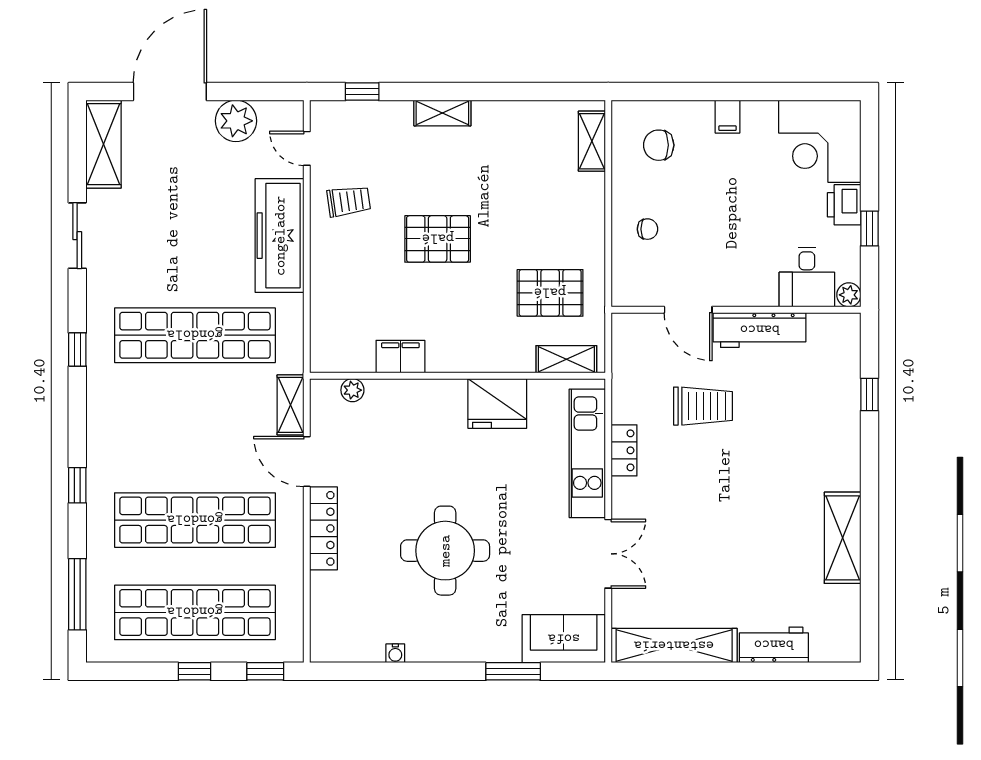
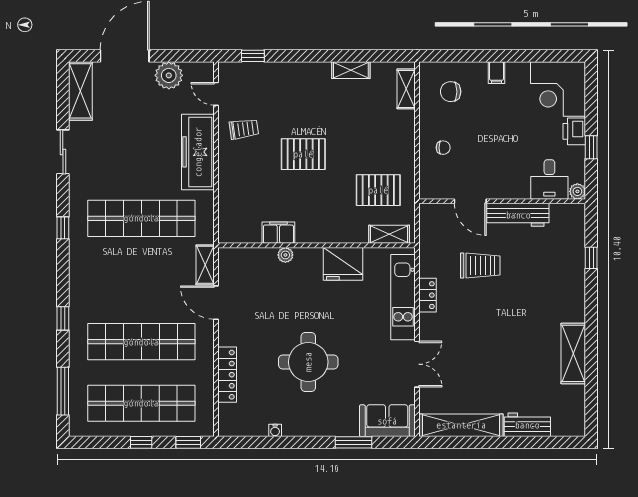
shelving: (442, 113) -> (351, 70), moved
plant: (352, 390) -> (285, 255), moved
locker: (324, 528) -> (227, 375), moved

